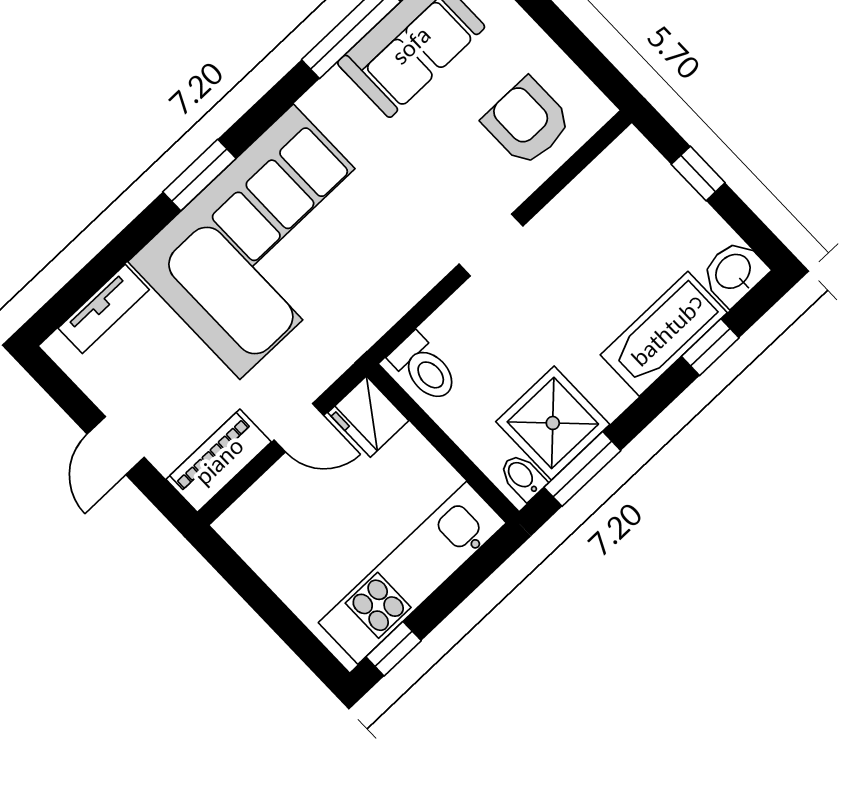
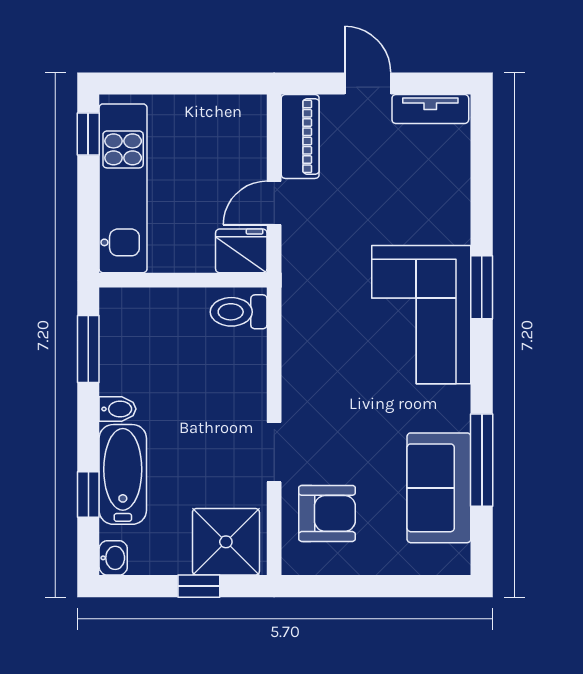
corner sofa: (267, 242) -> (421, 315), width x0.73, depth x0.74
doorway: (491, 245) -> (274, 452), moved
washbasin: (734, 272) -> (113, 558), width x0.72, depth x0.69
tv unit: (104, 309) -> (430, 109), moved, turned -90
shower: (553, 423) -> (226, 542), moved
bidet: (523, 477) -> (118, 409), moved

